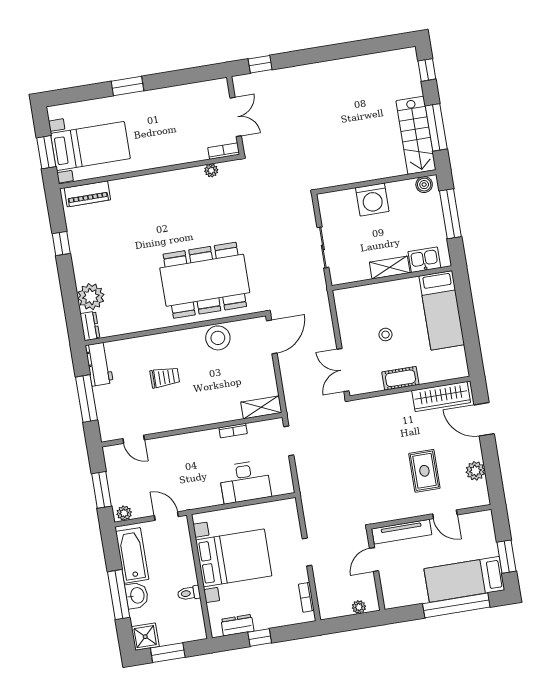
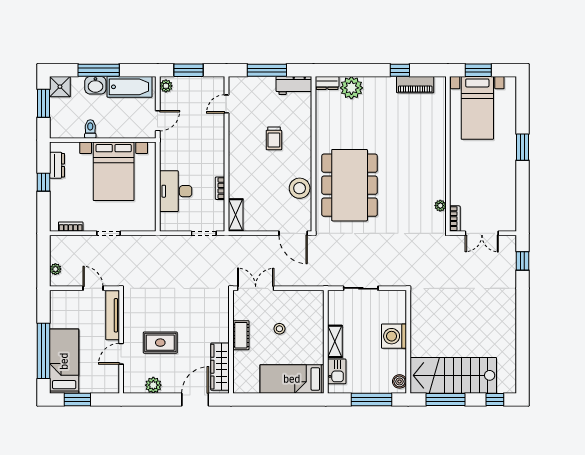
stairs: (416, 135) -> (453, 375), width x1.36, depth x1.51
piano: (87, 194) -> (415, 85), moved, turned -90

